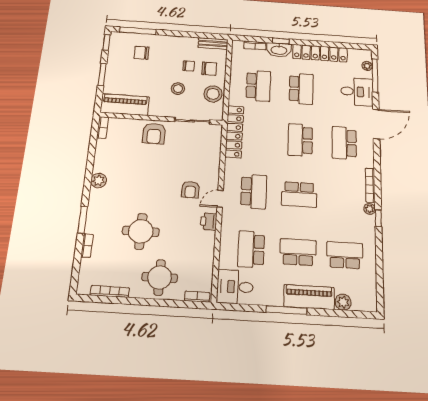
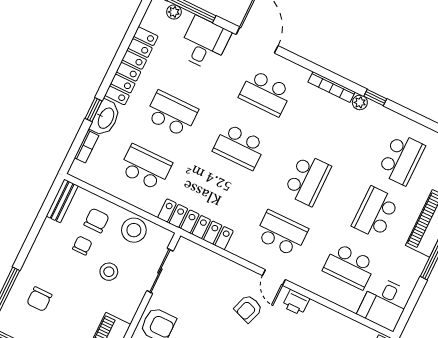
armchair: (190, 190) -> (248, 309), turned 109
school desk: (345, 255) -> (401, 159), turned 180

